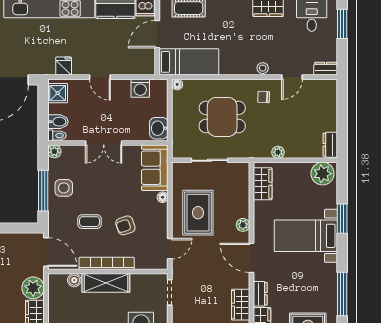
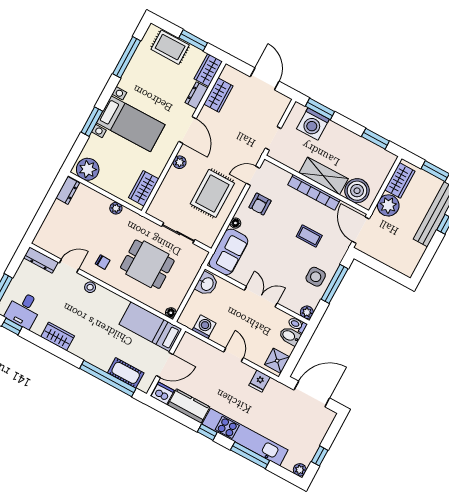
dresser: (326, 69) -> (41, 260), width x1.44
armchair: (125, 225) -> (260, 204), moved, turned 109
boiler: (74, 280) -> (357, 191), width x1.86, depth x1.86

